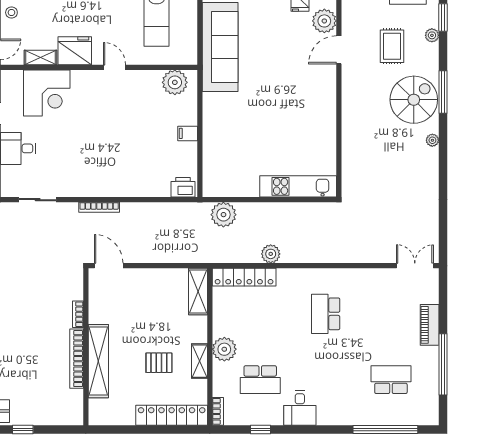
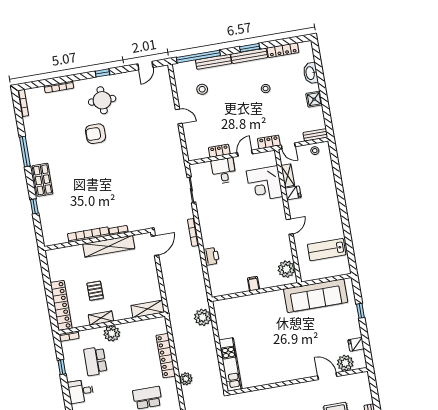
fridge: (75, 51) -> (293, 193), width x0.53, depth x0.75
printer: (183, 187) -> (211, 256), moved
plant: (271, 254) -> (186, 379), moved
locker: (244, 277) -> (166, 356), moved
shelving: (98, 361) -> (109, 246), moved

